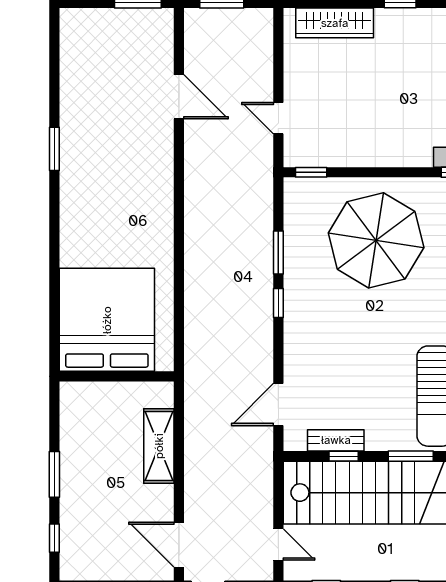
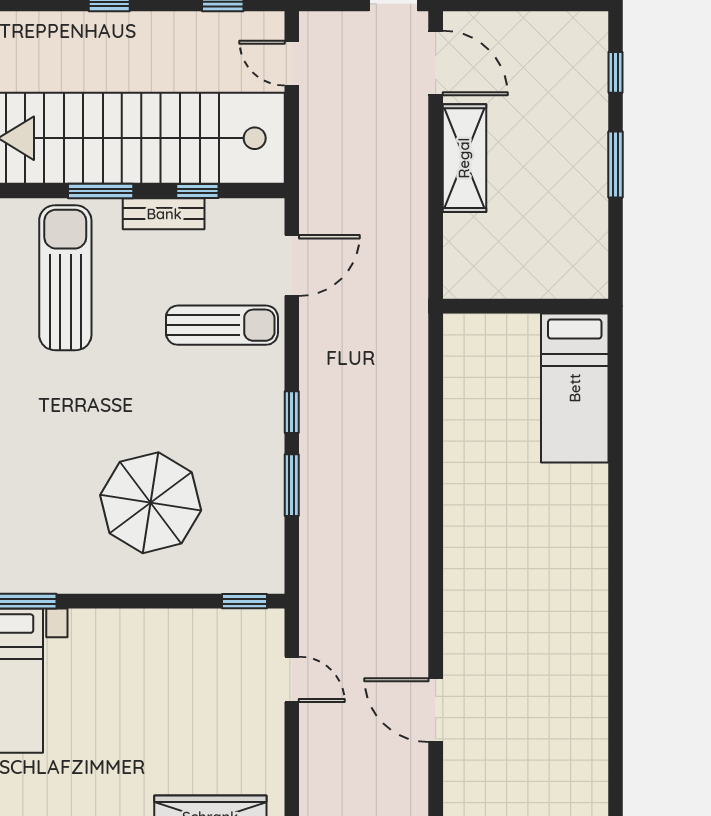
window: (54, 149) -> (616, 635), removed
parasol: (376, 240) -> (151, 503), width x0.73, depth x0.73
bed: (107, 320) -> (575, 388), width x0.49
sun lounger: (327, 363) -> (222, 325), added
bench: (336, 440) -> (164, 214), moved
shelving: (159, 446) -> (464, 158), moved

